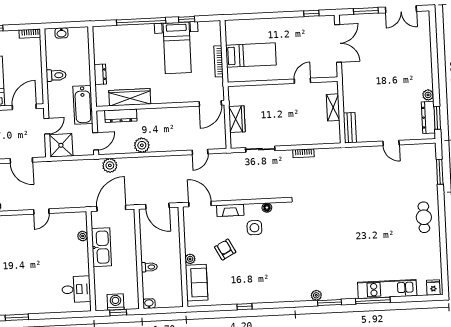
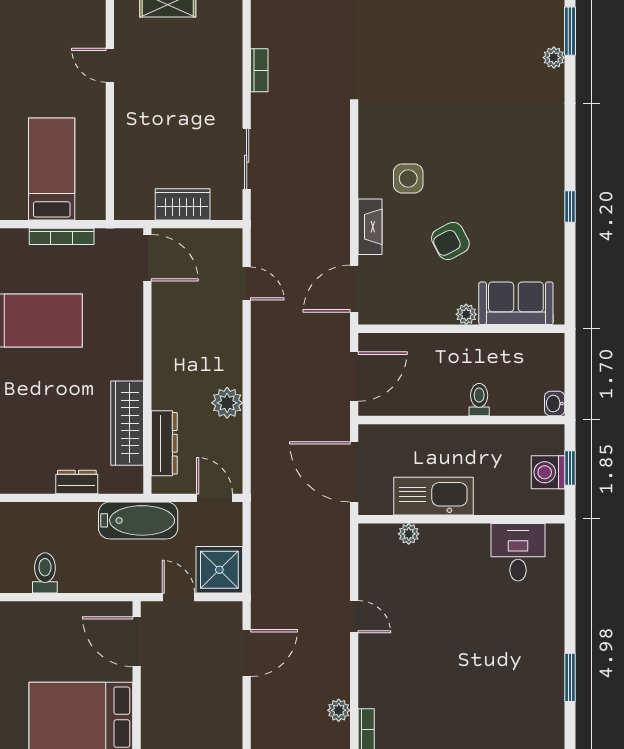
toilet: (56, 75) -> (45, 573), moved
plant: (110, 165) -> (266, 471), removed
floor lamp: (267, 208) -> (368, 151), removed

